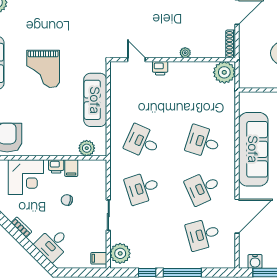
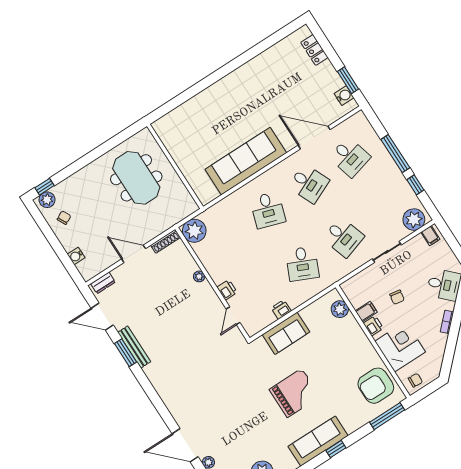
sofa: (95, 100) -> (286, 333), width x0.73
printer: (117, 101) -> (281, 310), added

